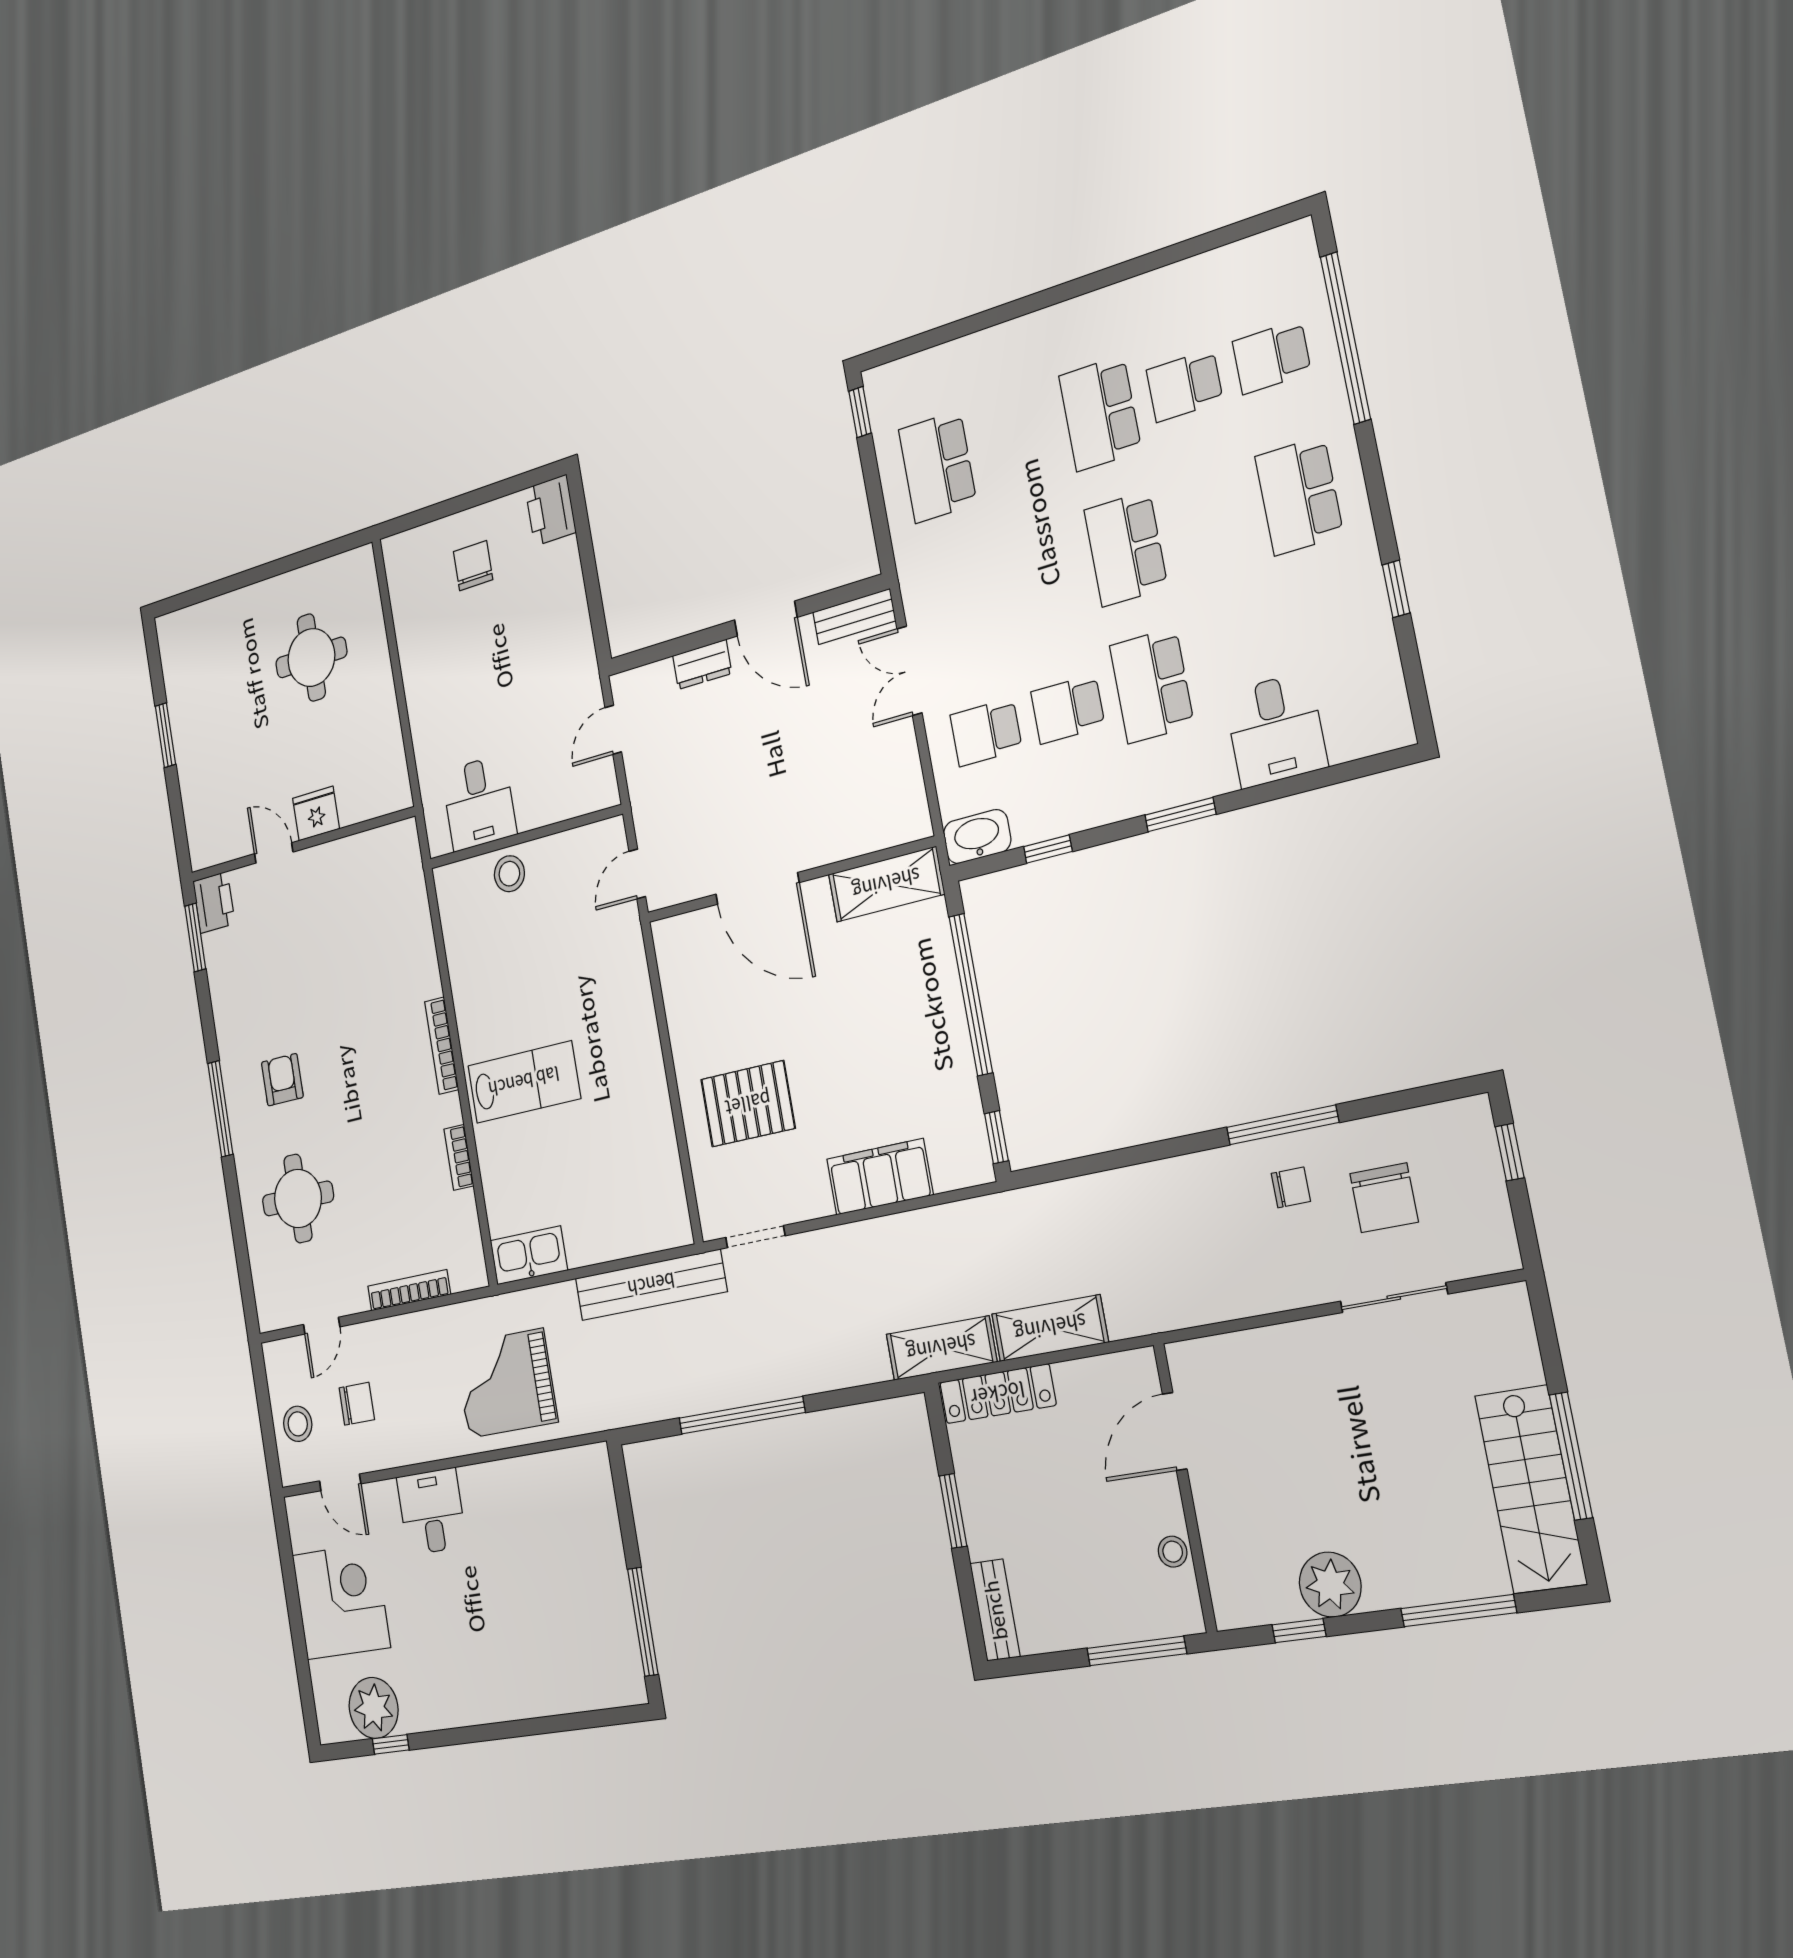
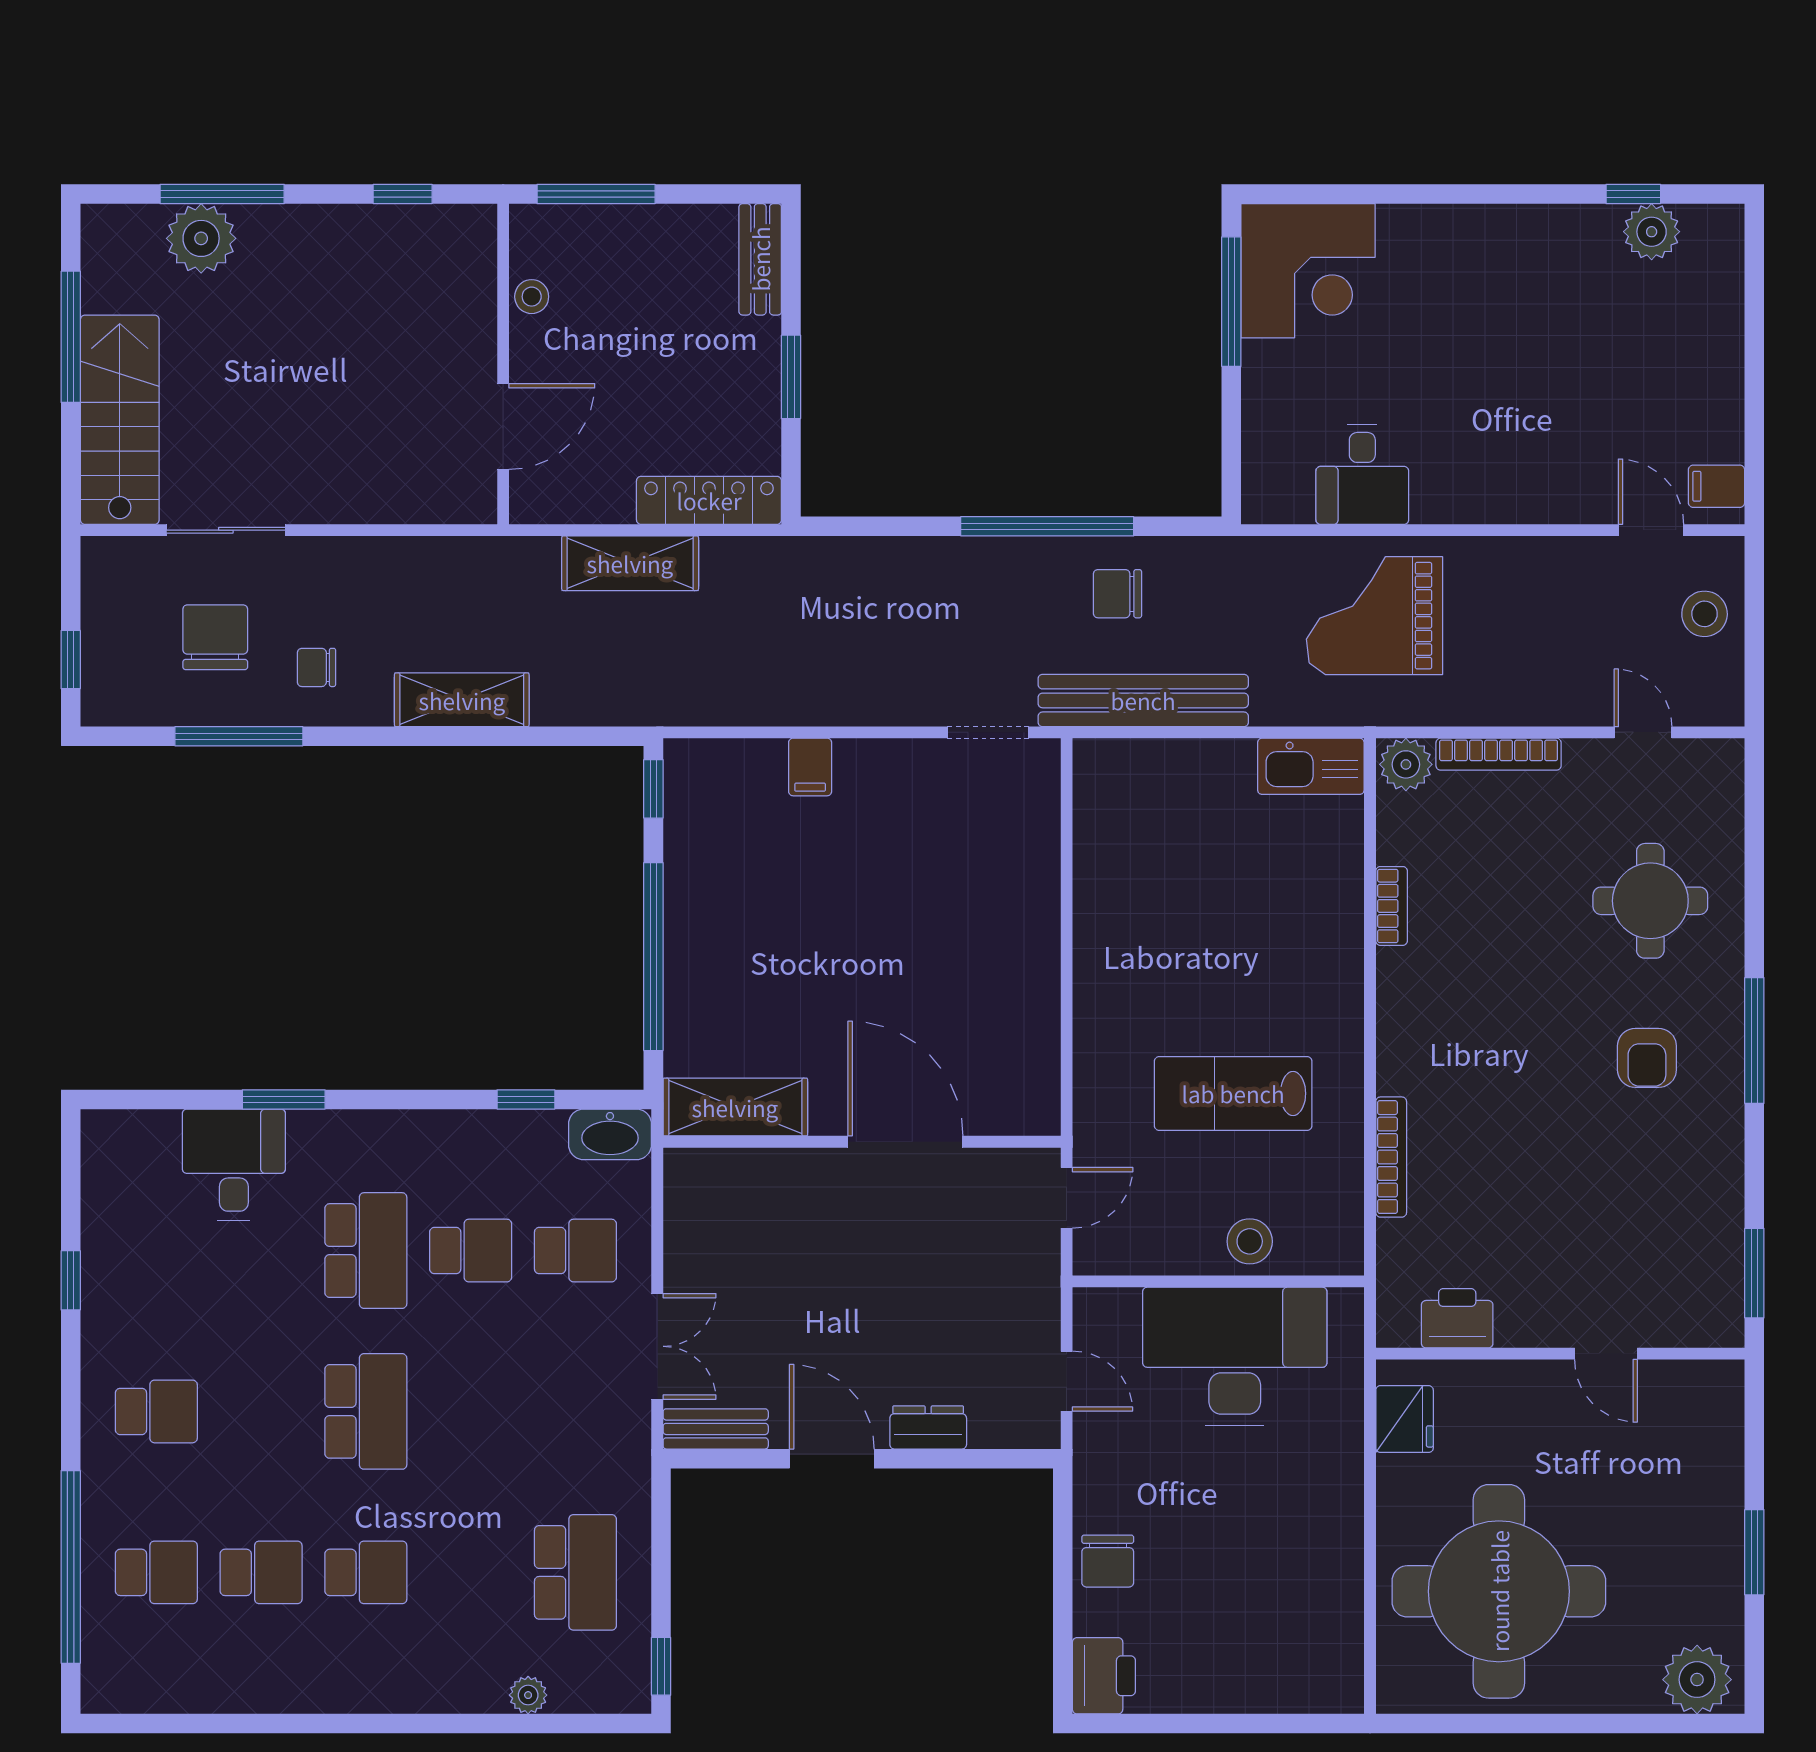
plant: (955, 355) -> (528, 1695), added
school desk: (1100, 413) -> (366, 1572), width x0.54
school desk: (1299, 496) -> (156, 1411), width x0.54
chair: (473, 566) -> (1108, 1561), moved
plant: (185, 633) -> (1697, 1680), added
round table: (311, 658) -> (1499, 1591), width x1.86, depth x1.86
door: (613, 730) -> (1067, 1381), hinge flipped
desk: (479, 803) -> (1235, 1356), width x1.87, depth x1.30
fridge: (316, 814) -> (1405, 1419), moved, turned -90
window: (1180, 815) -> (284, 1099), moved
printer: (214, 902) -> (1457, 1318), moved, turned 90
bookcase: (442, 1046) -> (1391, 1157), moved
lab bench: (524, 1082) -> (1233, 1093), moved
pallet: (748, 1104) -> (968, 890), removed
window: (1282, 1125) -> (239, 736), moved
filing cabinet: (880, 1177) -> (810, 767), width x0.33, depth x0.86
plant: (467, 1270) -> (1406, 764), added
door: (322, 1326) -> (1643, 732), hinge flipped
shelving: (941, 1348) -> (462, 700), moved
grand piano: (506, 1383) -> (1374, 616), turned 180
chair: (357, 1404) -> (1117, 594), moved
stairs: (1531, 1489) -> (120, 420), moved
desk: (432, 1511) -> (1362, 474), moved
filing cabinet: (305, 1523) -> (1717, 486), added
plant: (1330, 1585) -> (201, 238), moved
corner desk: (341, 1601) -> (1308, 271), moved, turned -90
plant: (374, 1708) -> (1652, 232), width x0.73, depth x0.73

